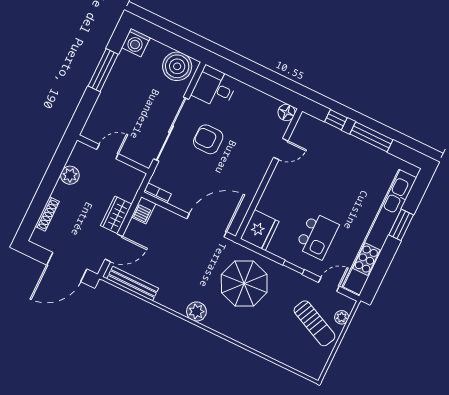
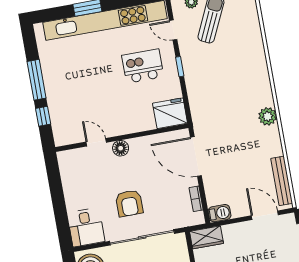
floor lamp: (286, 112) -> (121, 148), moved
bookcase: (157, 193) -> (196, 199), moved
wardrobe: (116, 215) -> (206, 237), moved
parasol: (244, 284) -> (220, 95), removed

